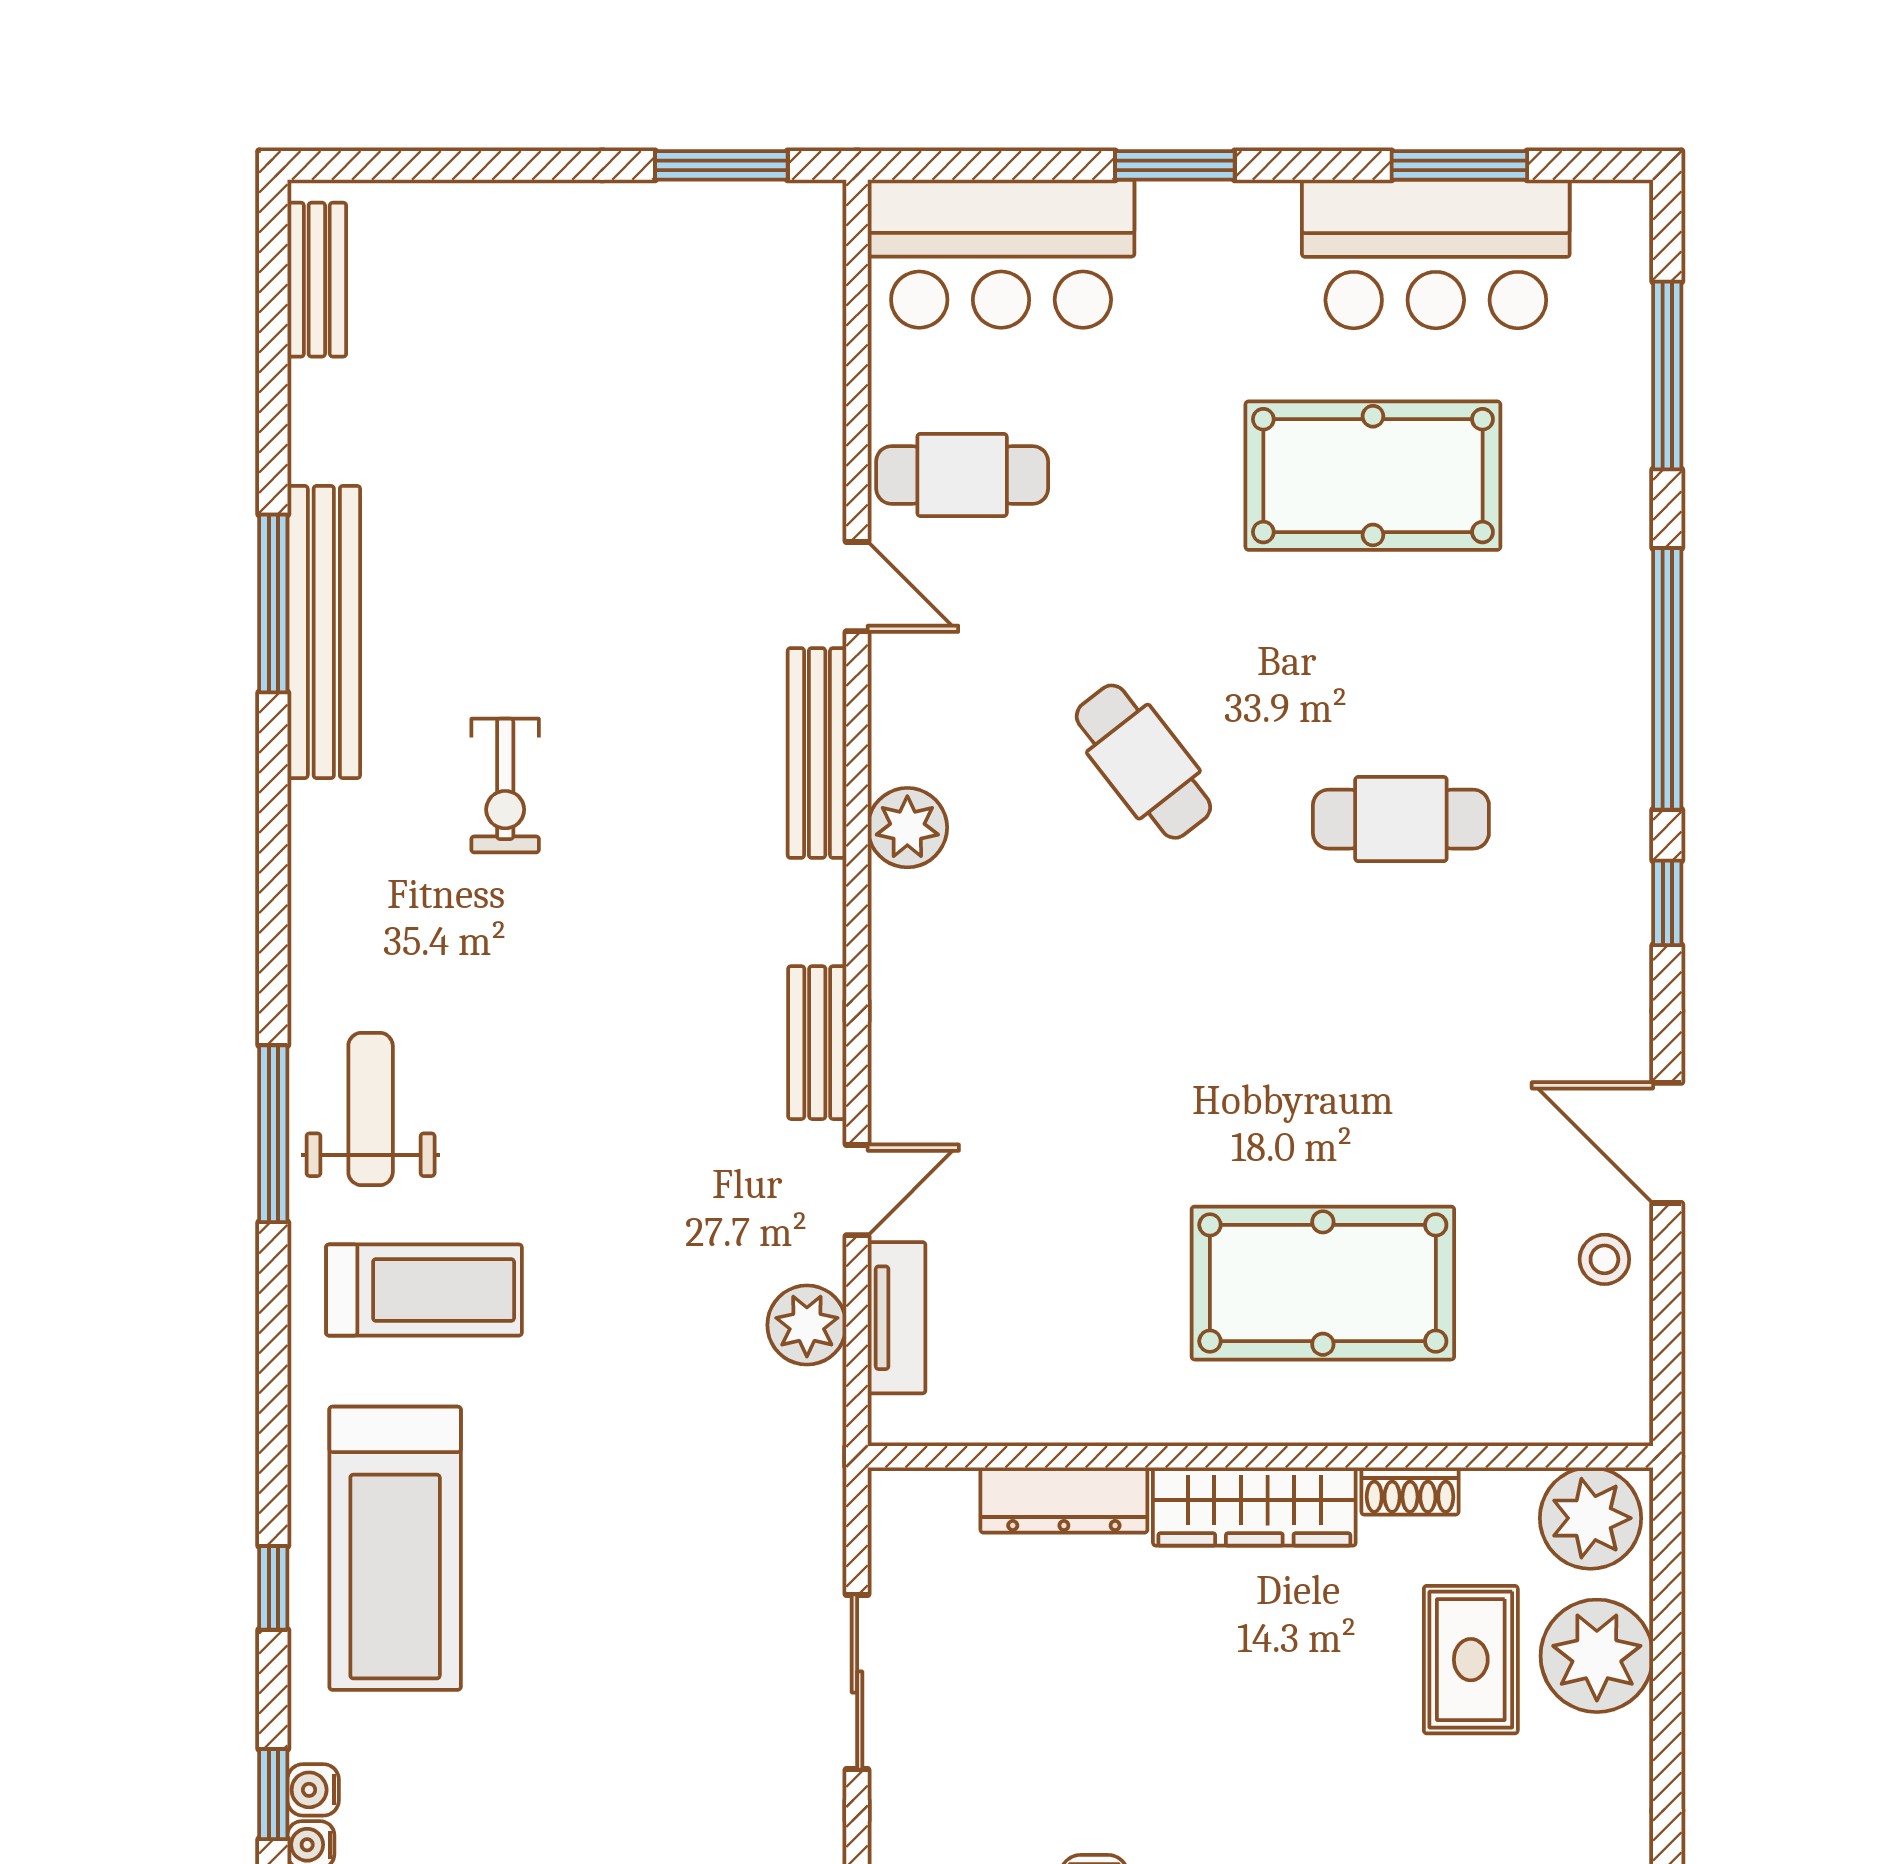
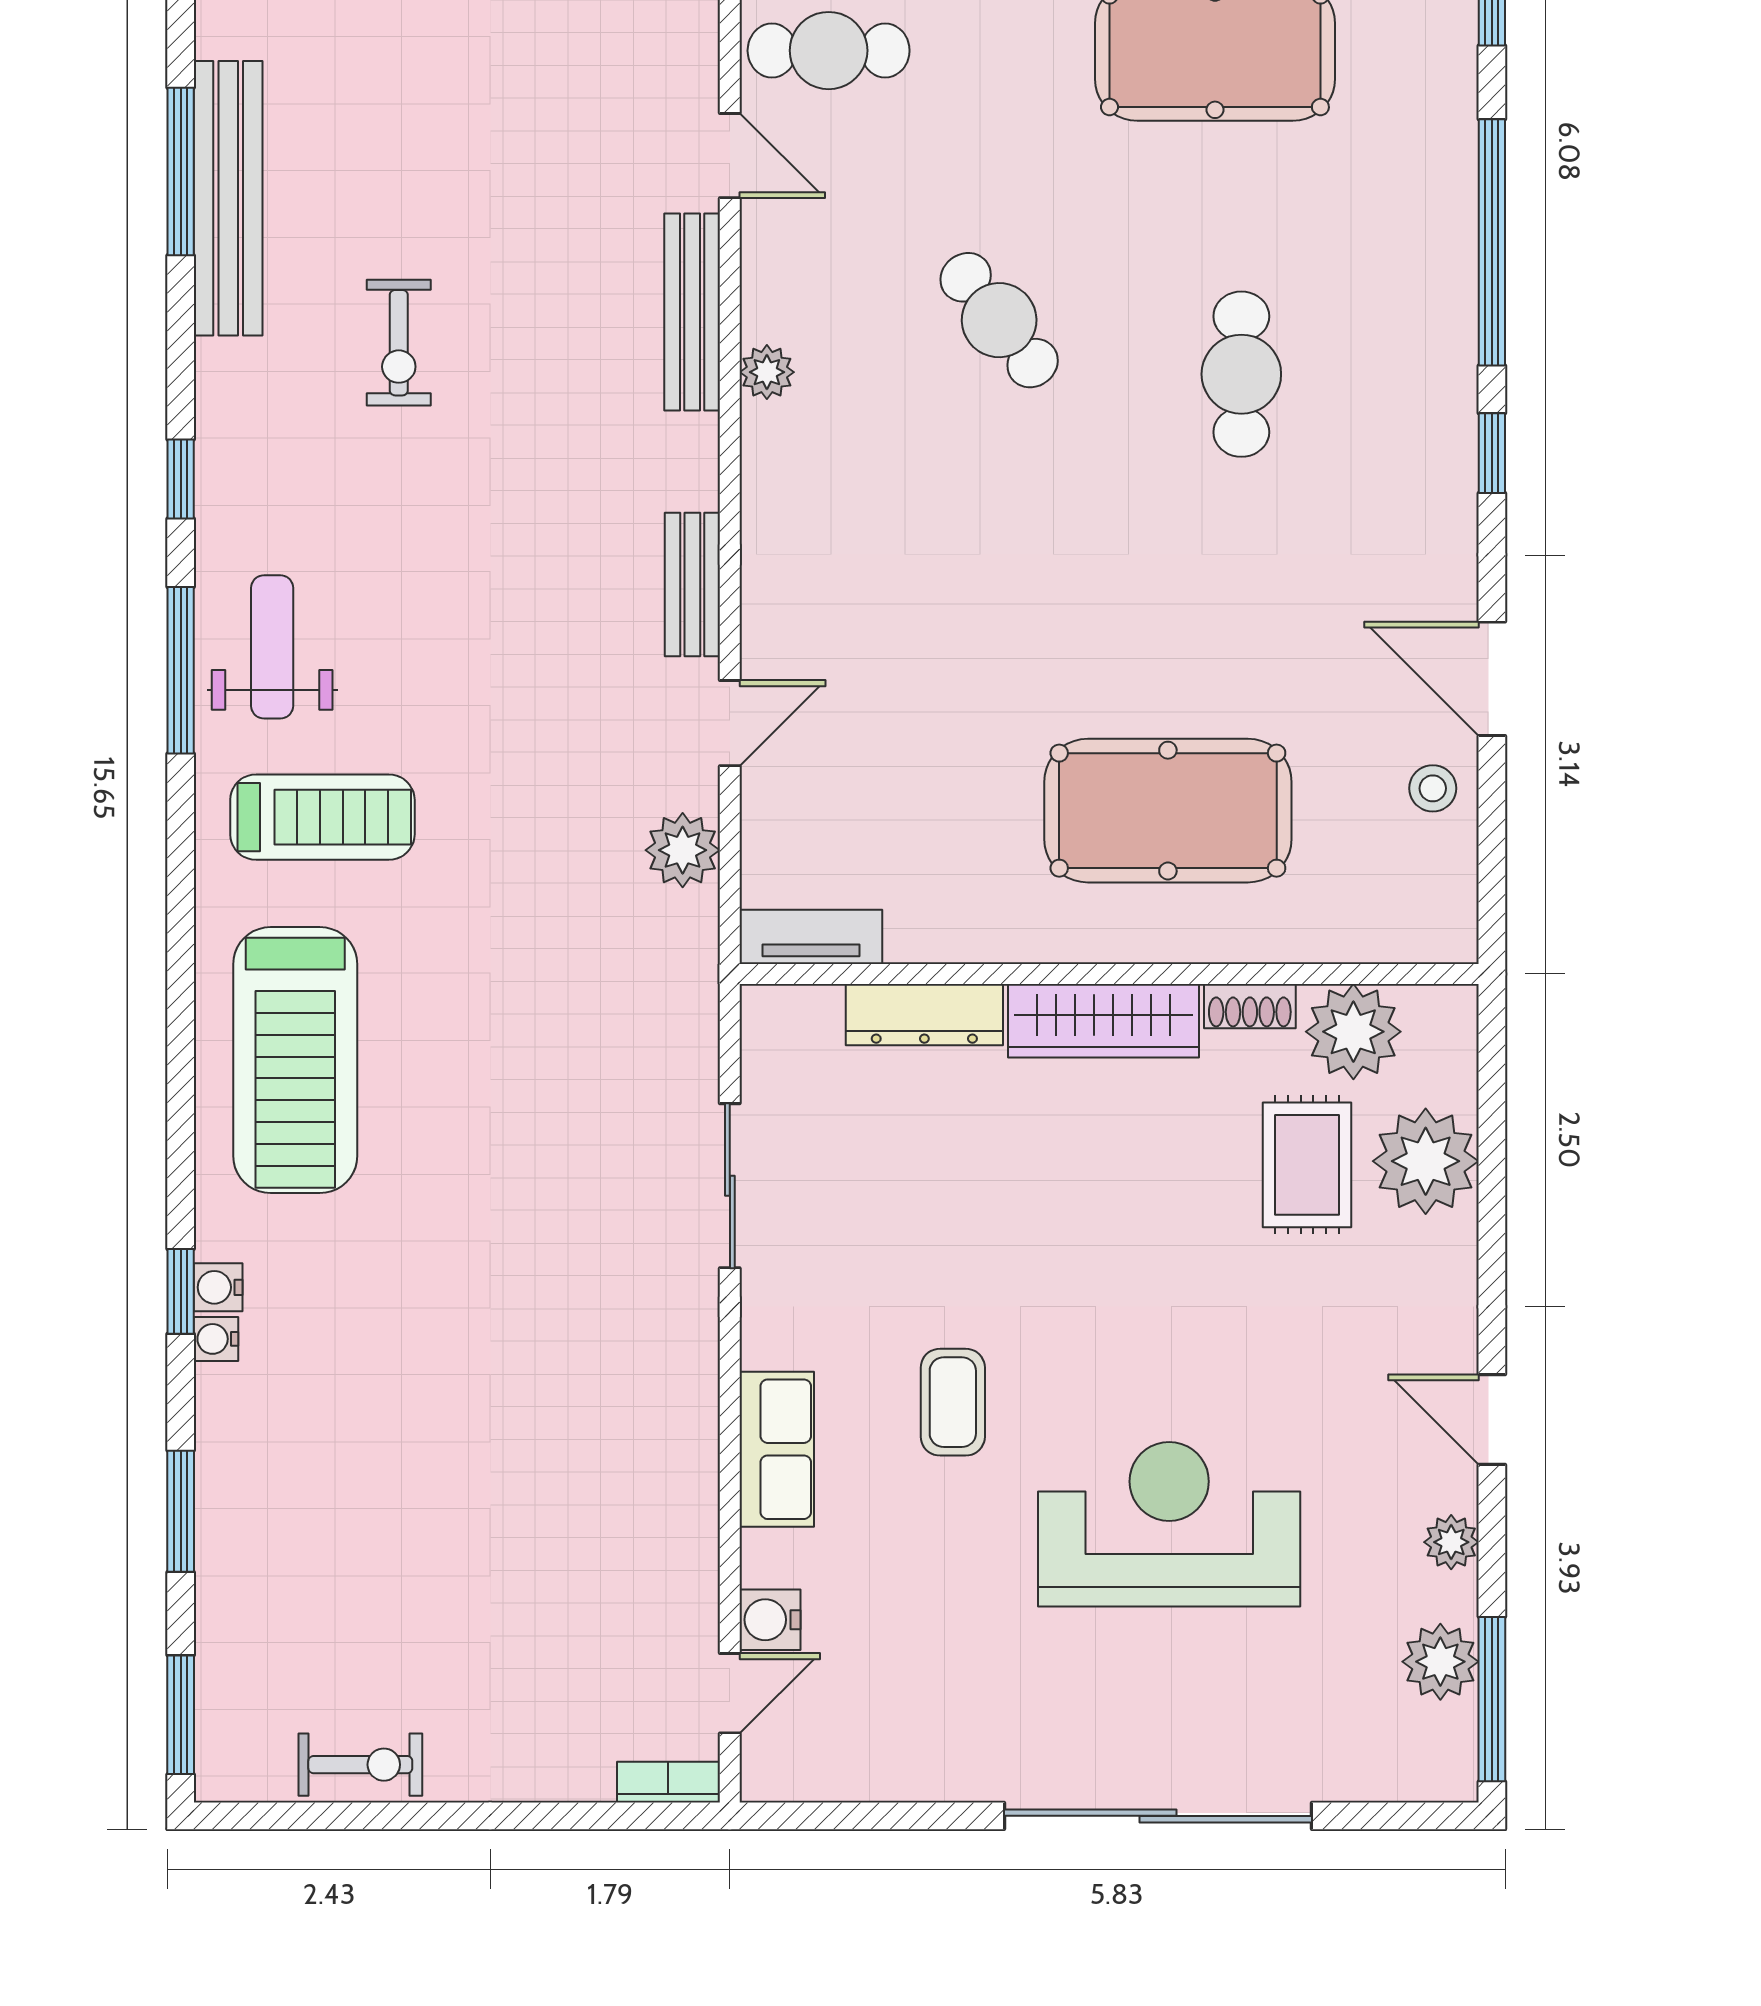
cafe table: (1401, 819) -> (1241, 374), turned 90
plant: (907, 828) -> (767, 372), width x0.73, depth x0.73
tv unit: (897, 1318) -> (811, 937), moved, turned -90
plant: (1591, 1518) -> (1353, 1032), moved
window: (273, 1588) -> (181, 479), moved

